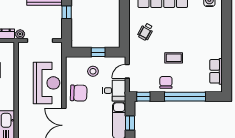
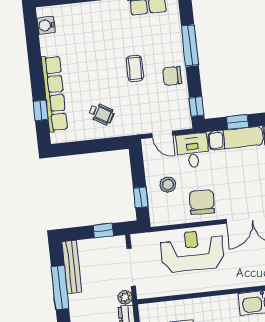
window: (67, 12) -> (103, 231), moved
window: (98, 52) -> (141, 197), moved
window: (185, 97) -> (190, 46), width x0.68

